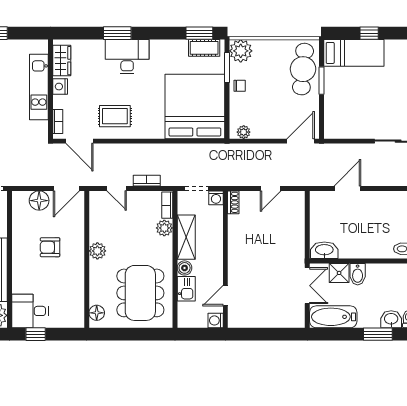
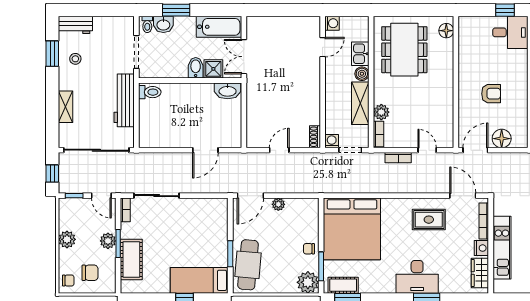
bookcase: (58, 122) -> (484, 221), width x1.56
plant: (244, 132) -> (278, 204), moved
plant: (97, 251) -> (446, 90), removed

